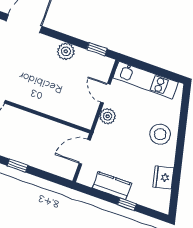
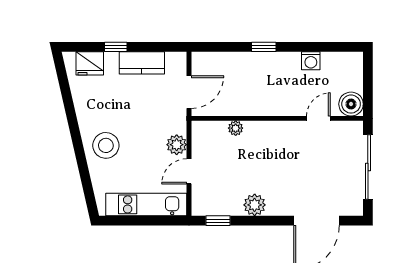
door: (105, 93) -> (189, 171), swing flipped
plant: (60, 113) -> (236, 128), added
fridge: (163, 177) -> (90, 63), moved, turned 103

